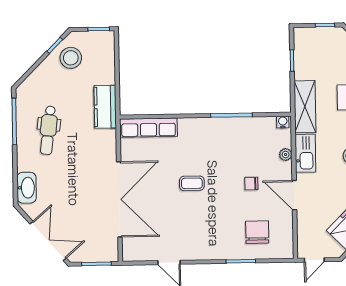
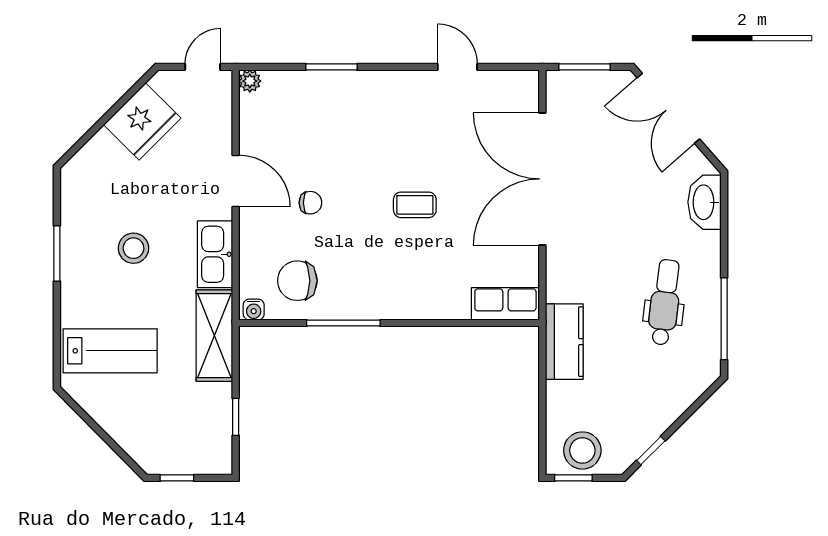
stool: (71, 58) -> (582, 450), moved
row of seats: (148, 128) -> (505, 304), width x0.68
plant: (286, 154) -> (250, 81), moved
chair: (257, 232) -> (297, 281), moved, turned 90

